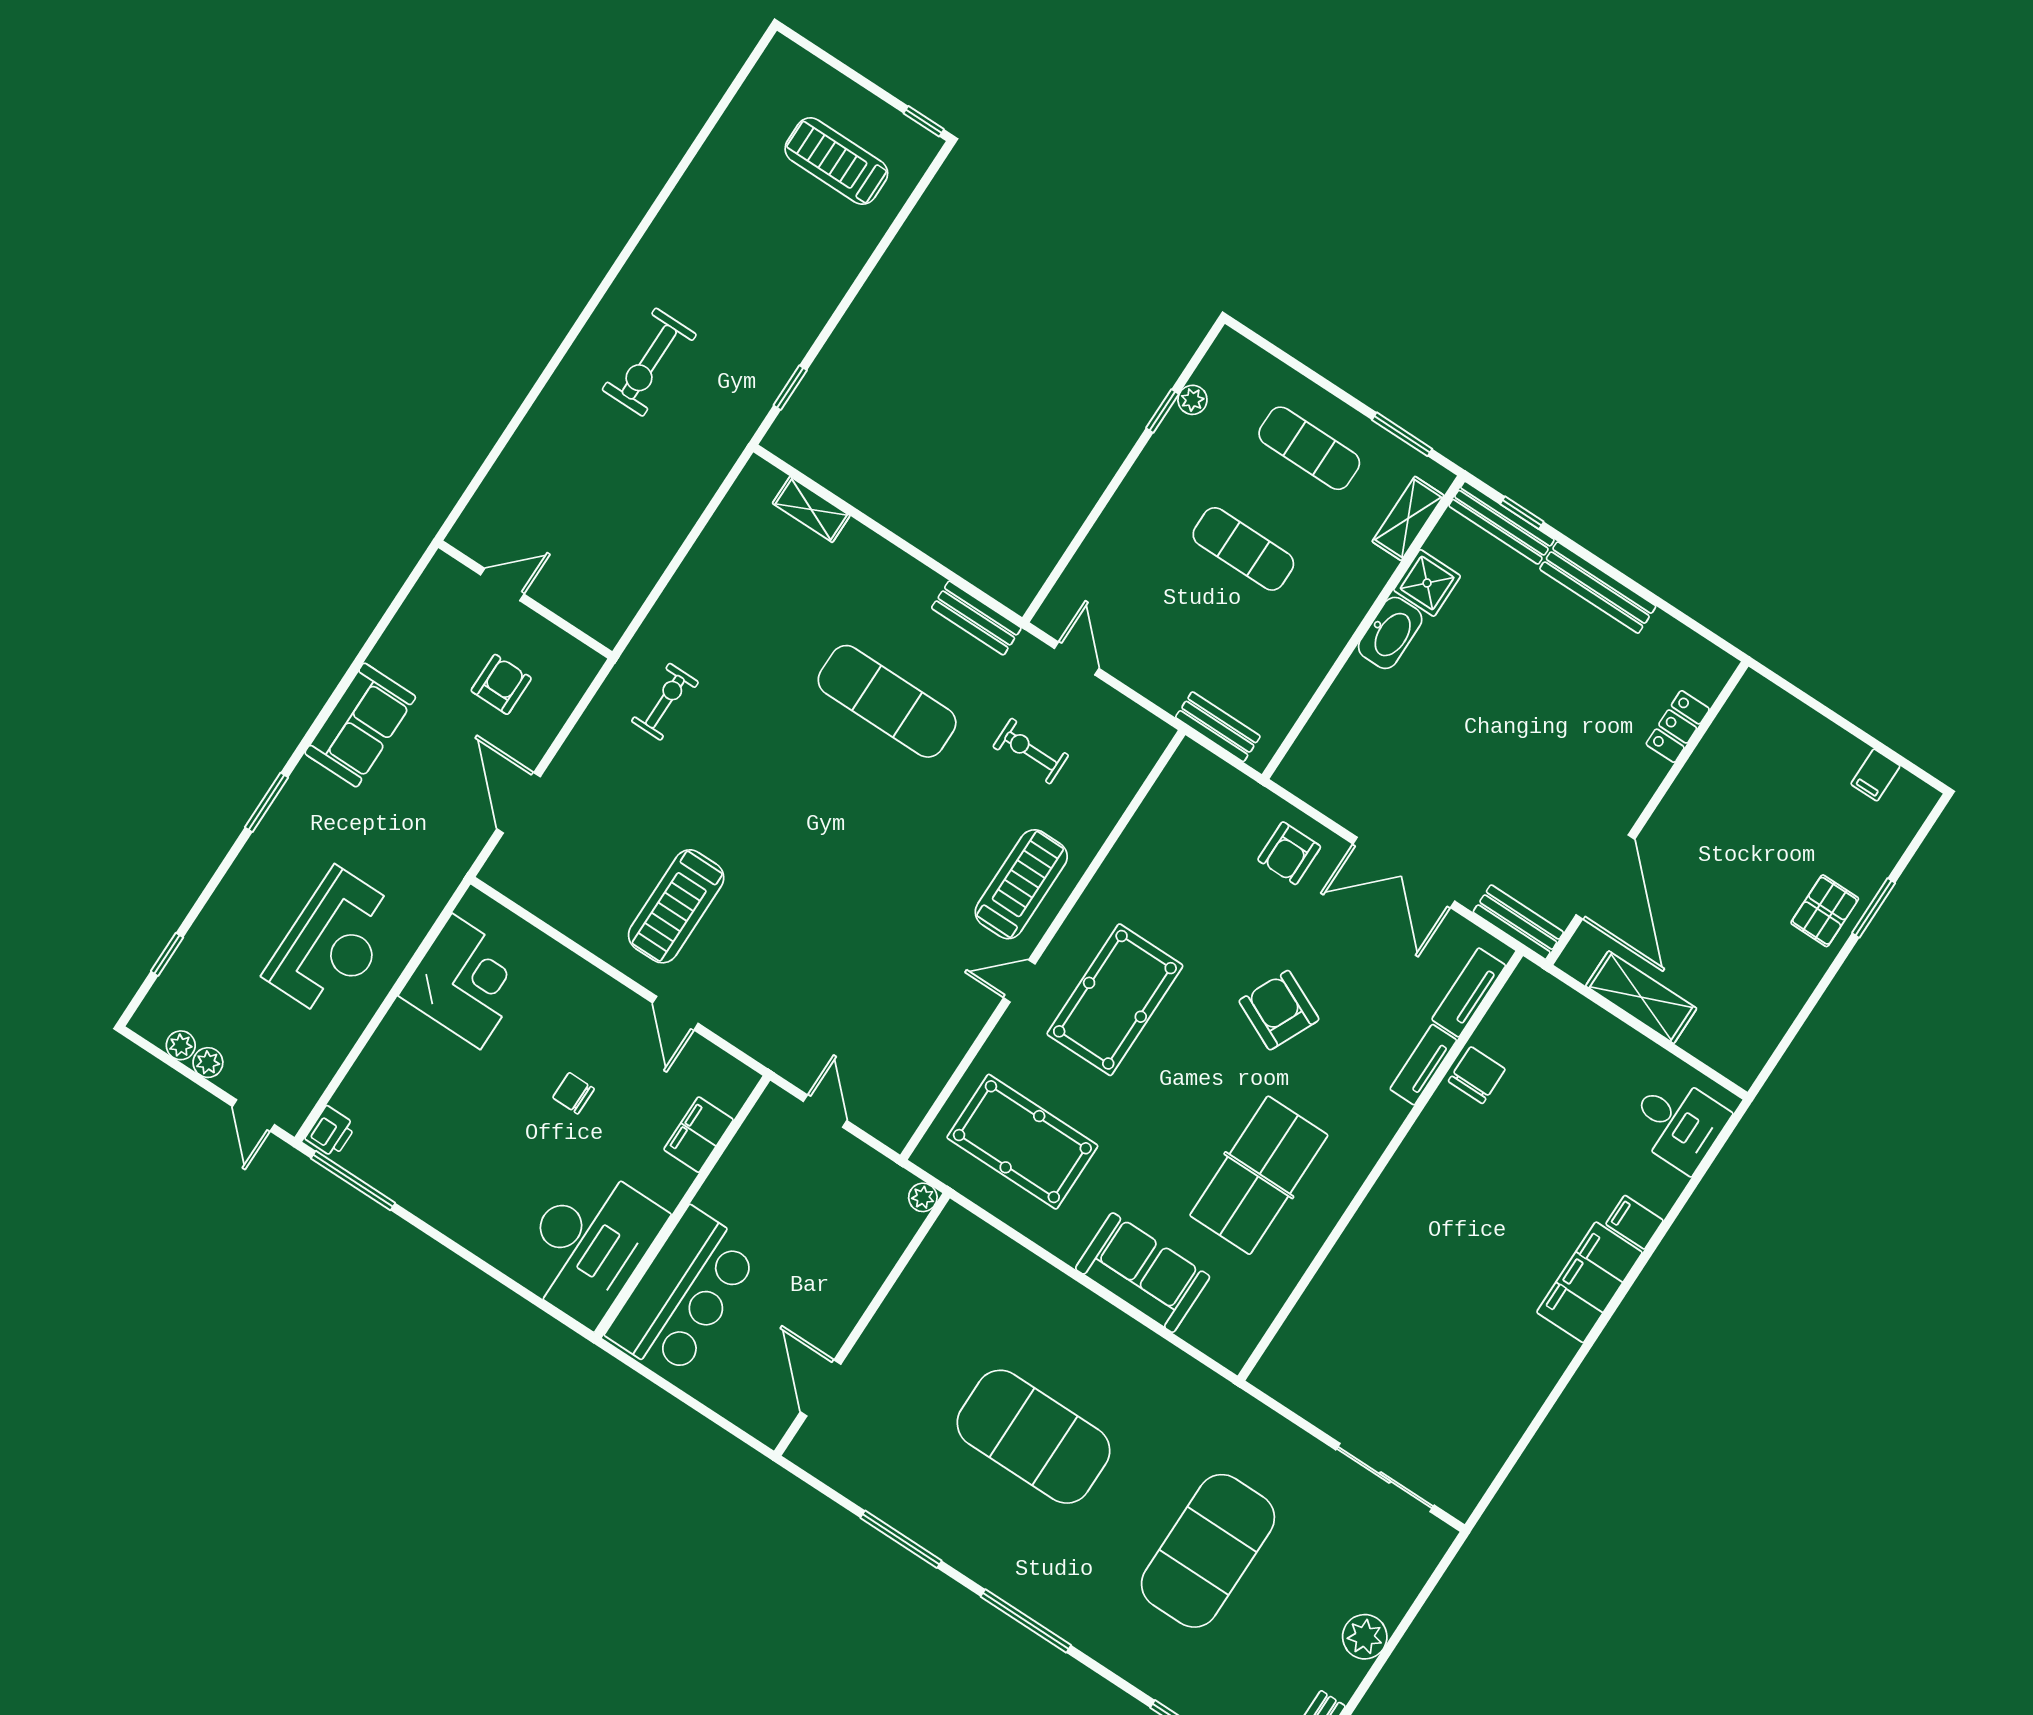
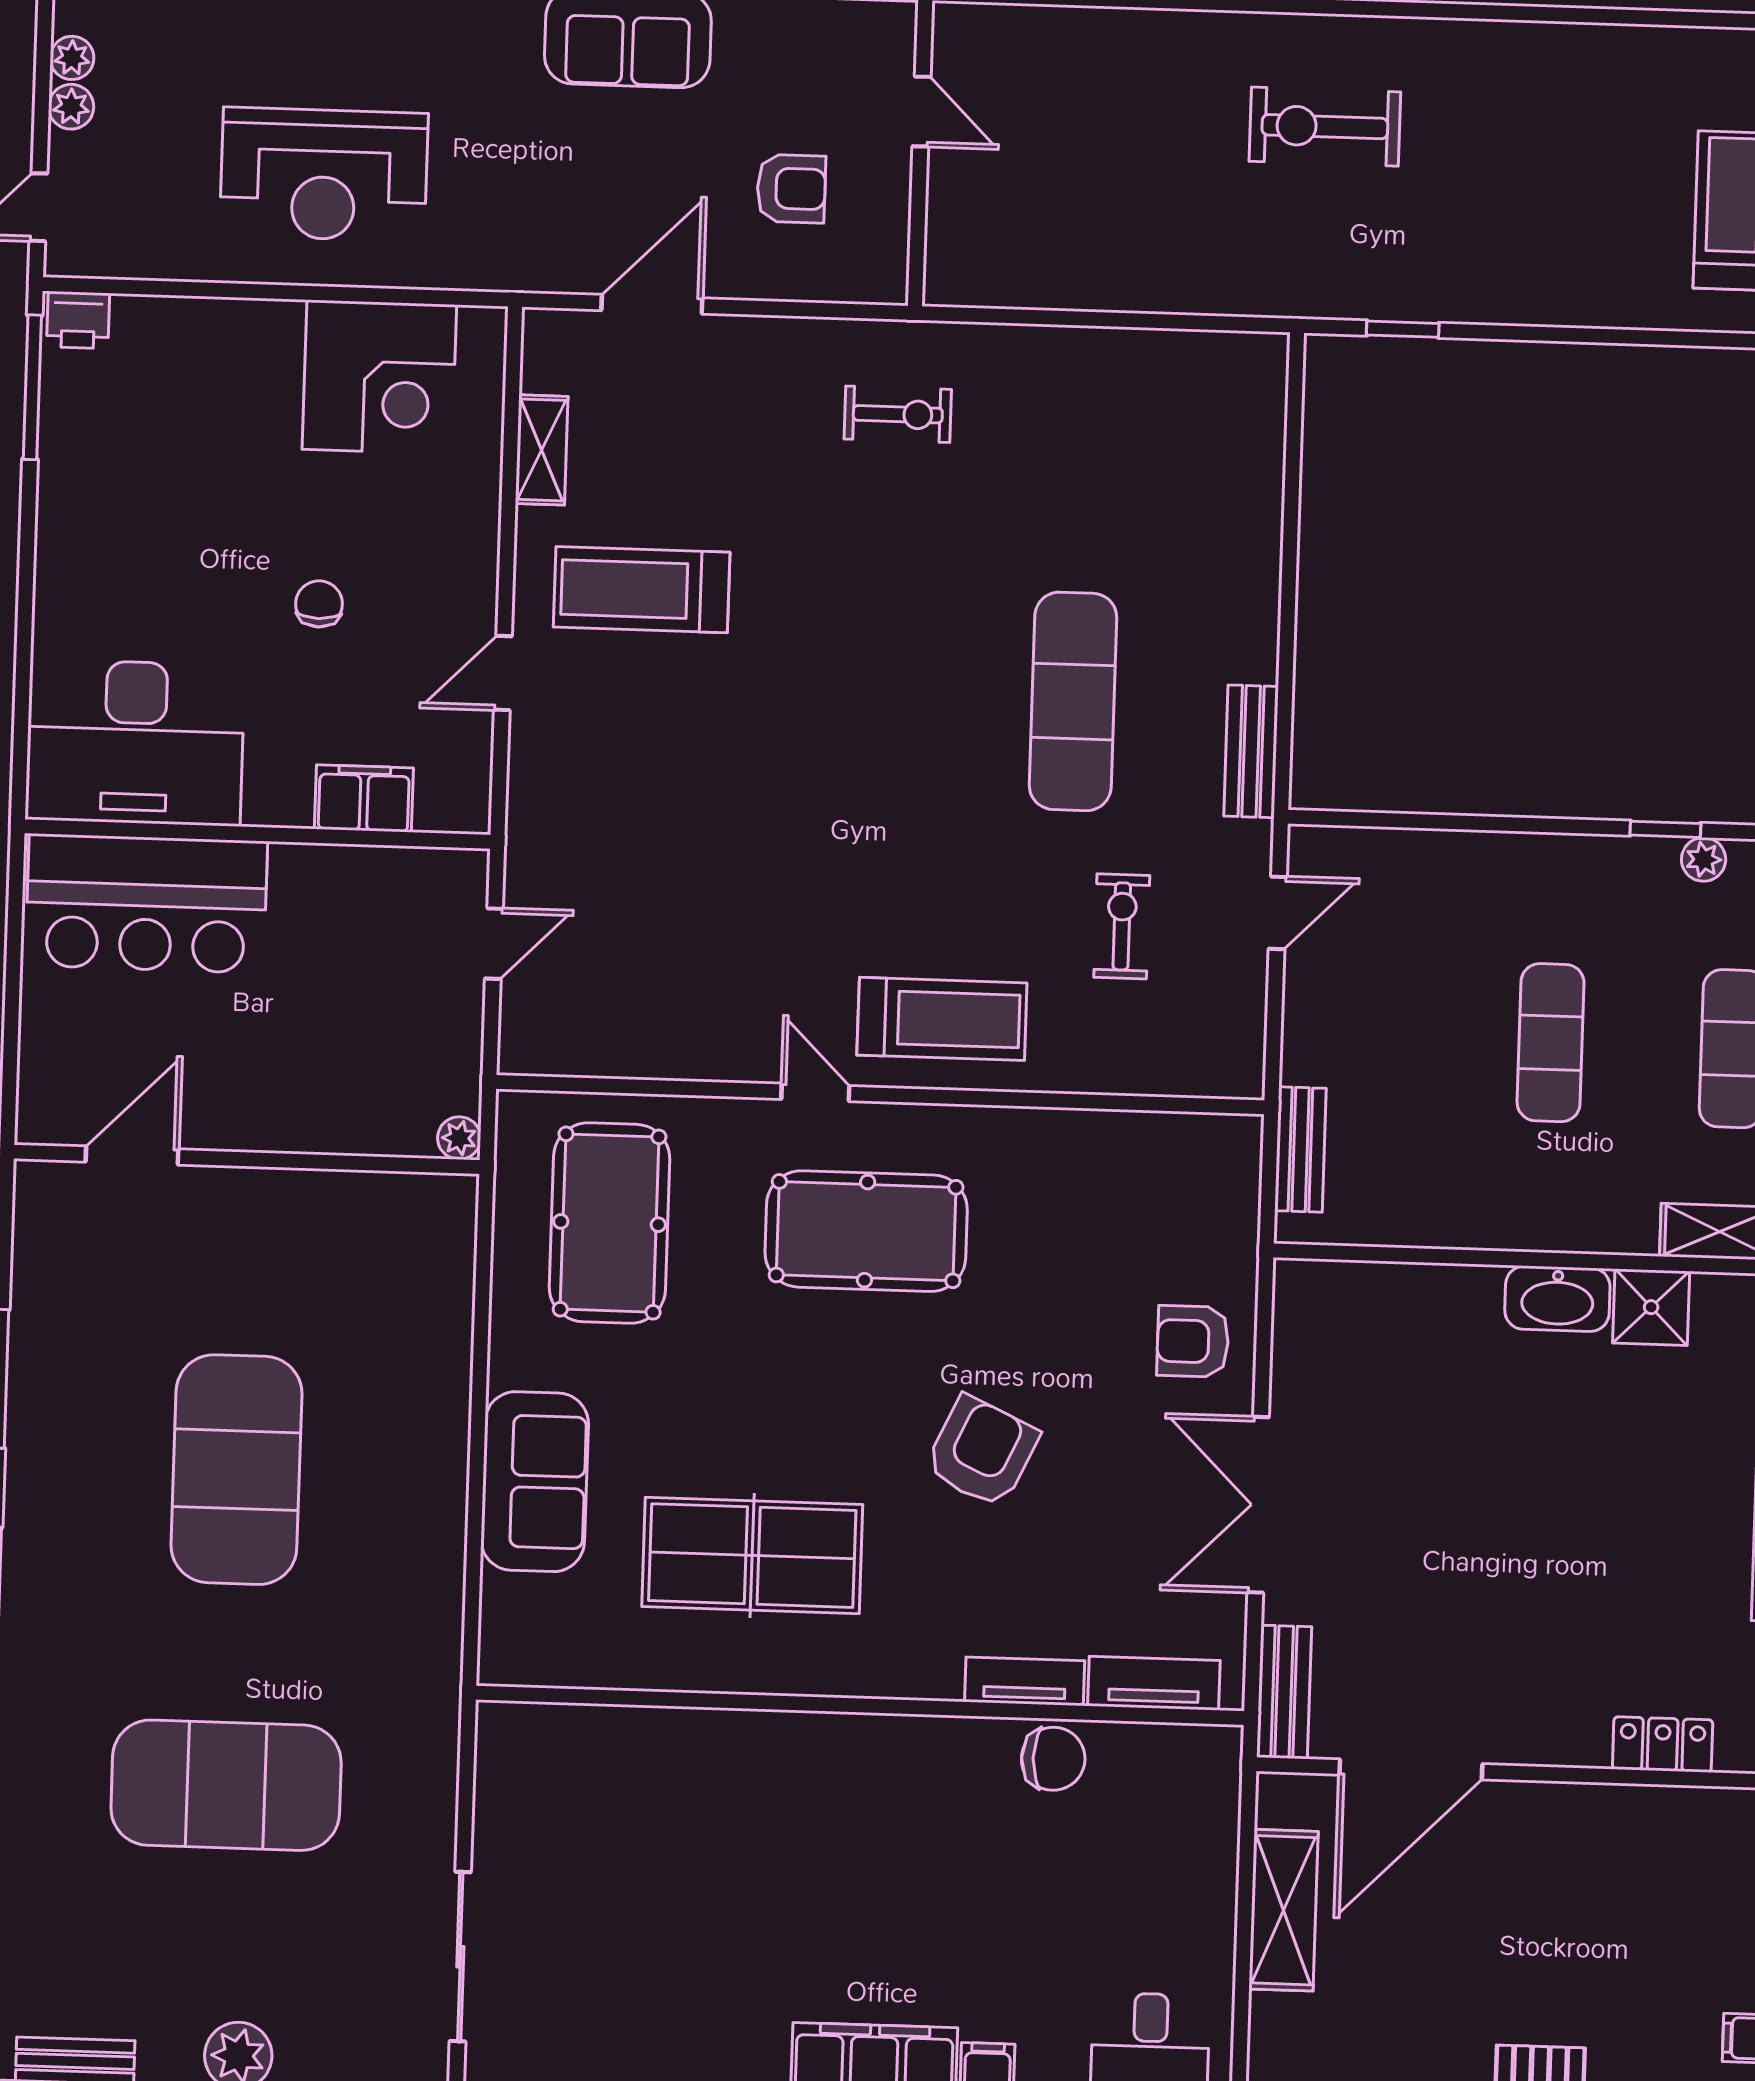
shelving: (811, 509) -> (542, 450), moved

